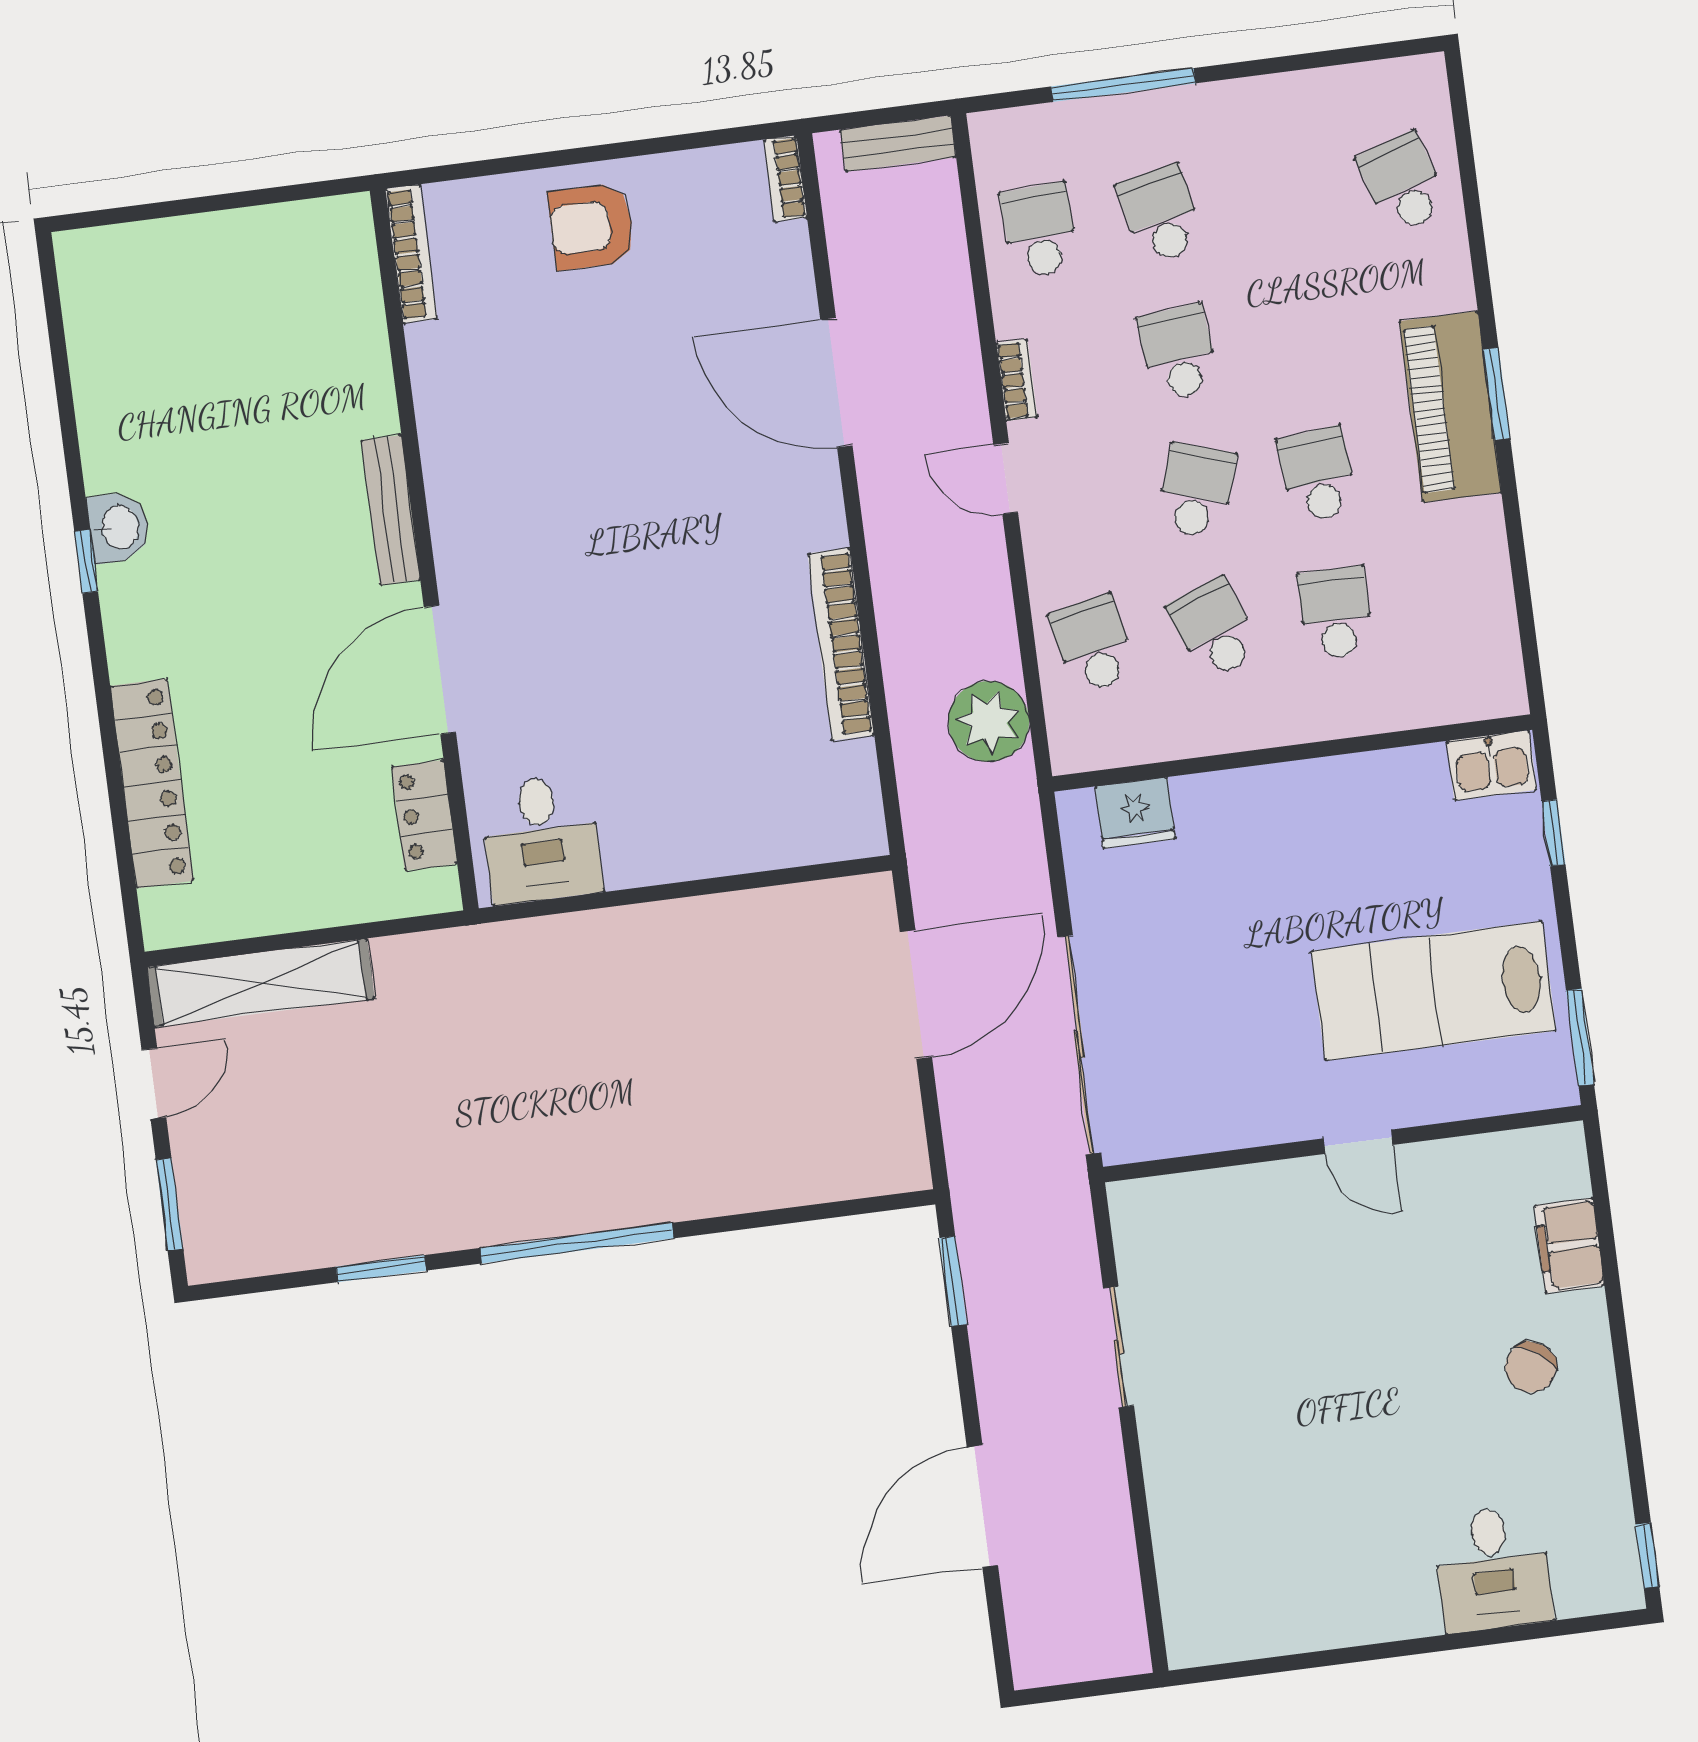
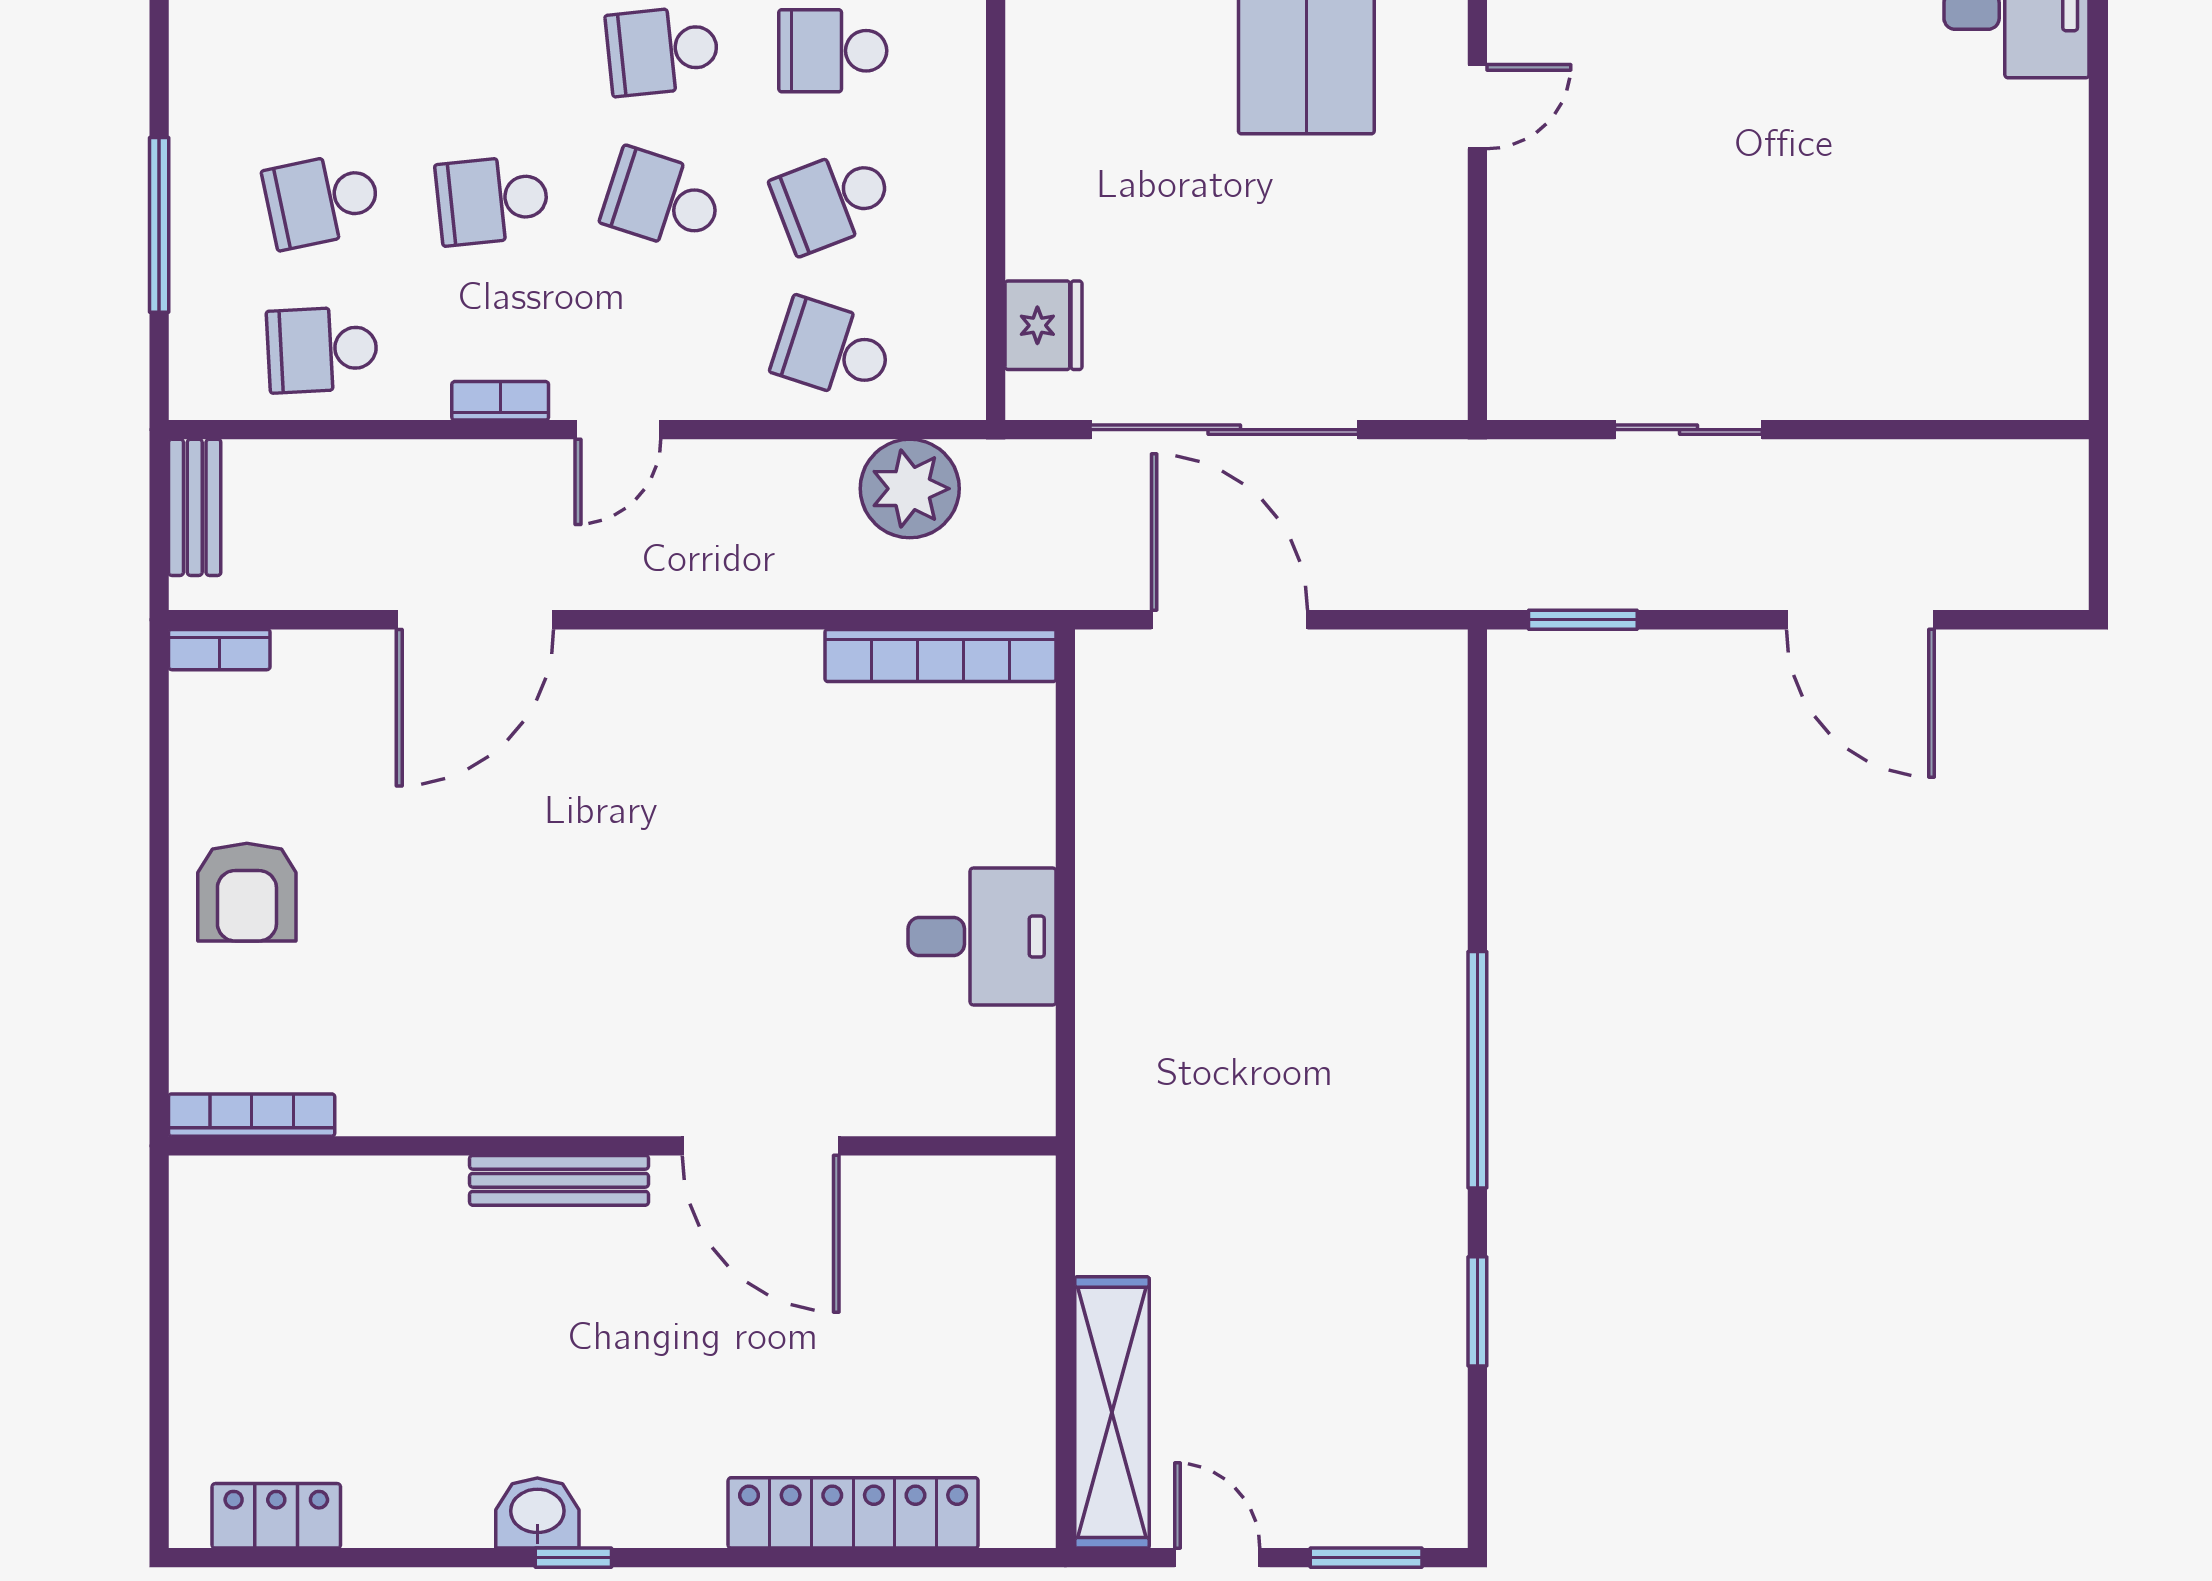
bookcase: (841, 644) -> (940, 655), moved
school desk: (1093, 644) -> (833, 350), turned 30
locker: (424, 815) -> (276, 1516), moved, turned 180
desk: (541, 839) -> (982, 936), moved
sliding door: (1079, 1045) -> (1224, 430), moved

